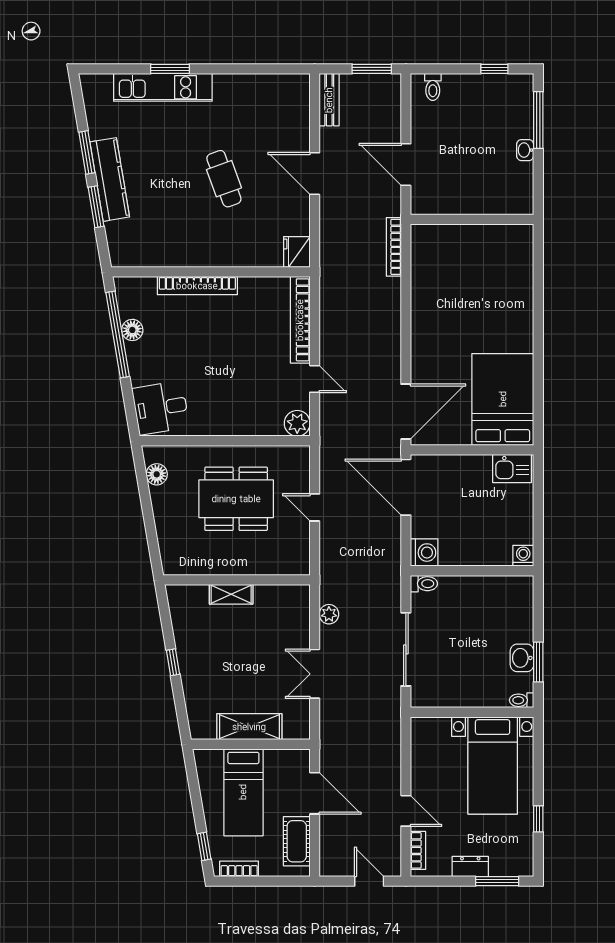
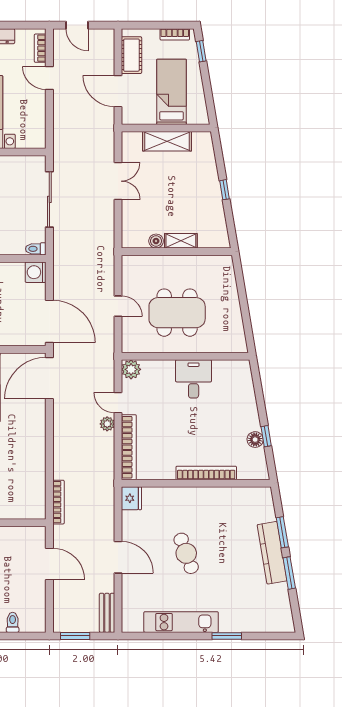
kitchen unit: (163, 87) -> (181, 622), moved
toilet: (433, 87) -> (13, 622), moved
window: (118, 335) -> (266, 436), width x0.32
desk: (161, 408) -> (194, 379), moved, turned -80
floor lamp: (157, 474) -> (237, 331), removed
boiler: (264, 594) -> (156, 241), added
plant: (329, 614) -> (107, 424), moved

